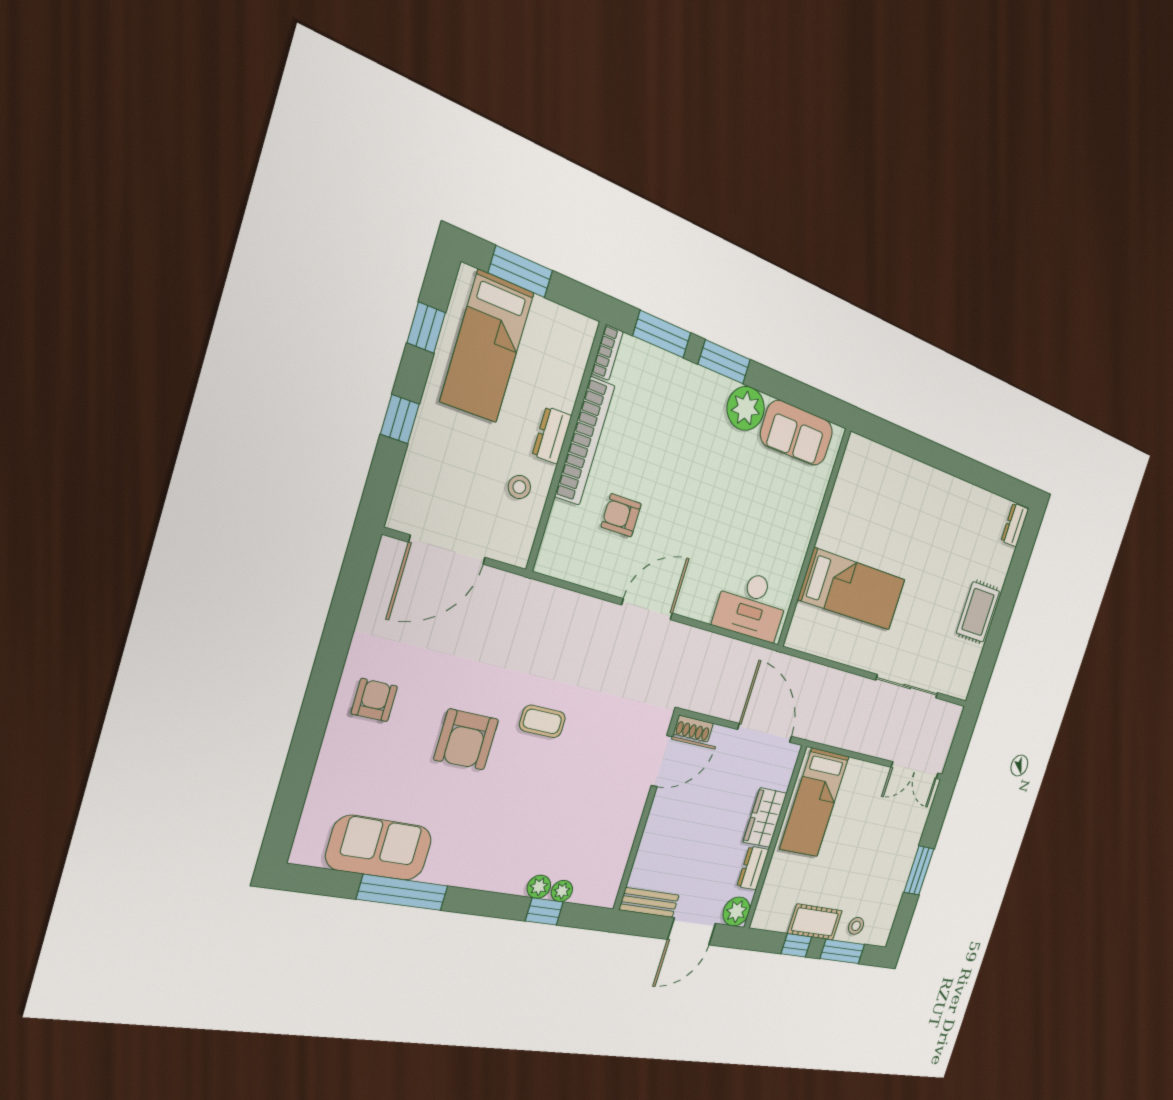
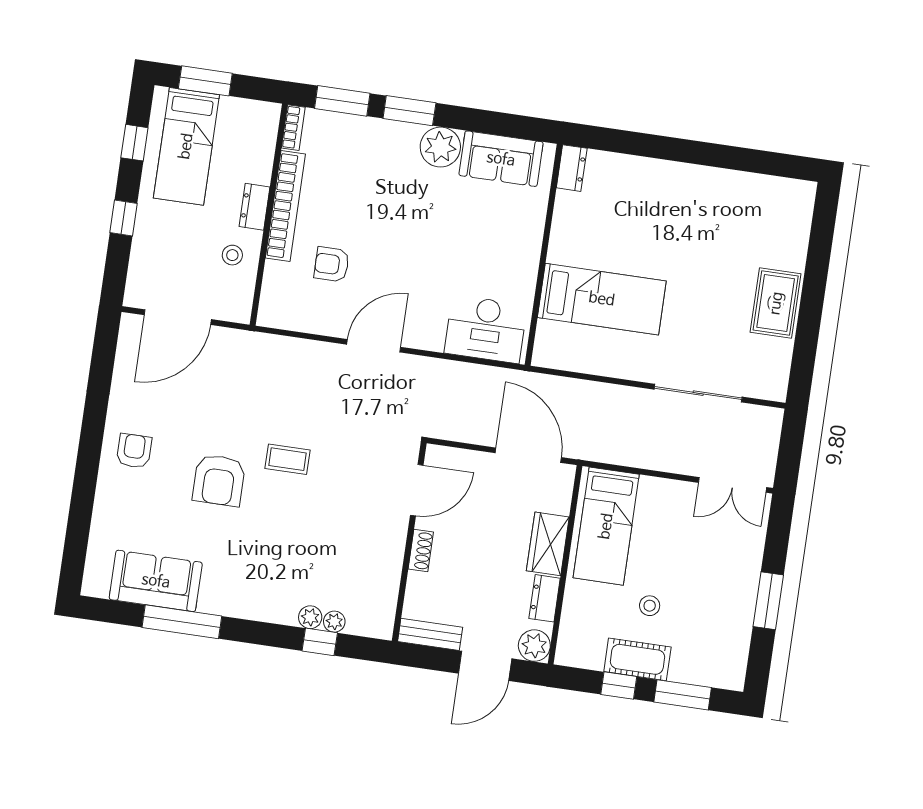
dresser: (1015, 525) -> (572, 168), moved, turned 180
shoe rack: (693, 729) -> (421, 550), moved, turned -90
stool: (856, 926) -> (650, 606), moved

